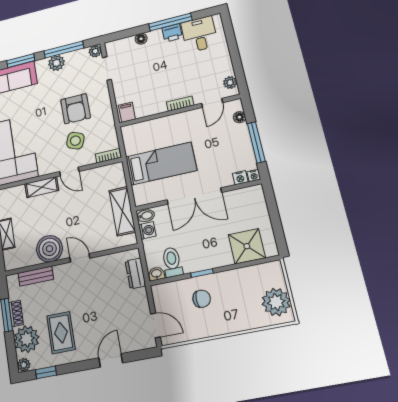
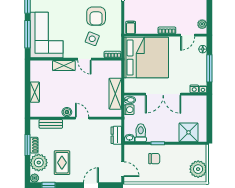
bed: (161, 164) -> (146, 58), width x2.04
boiler: (49, 249) -> (67, 112), width x0.54, depth x0.54

